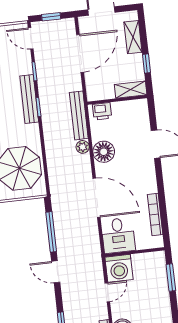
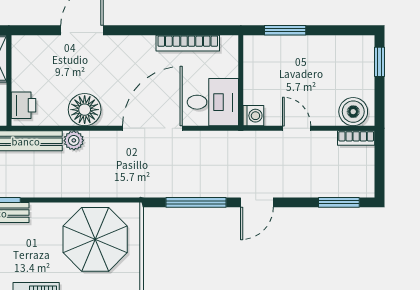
washing machine: (119, 268) -> (253, 116), width x0.53, depth x0.53

